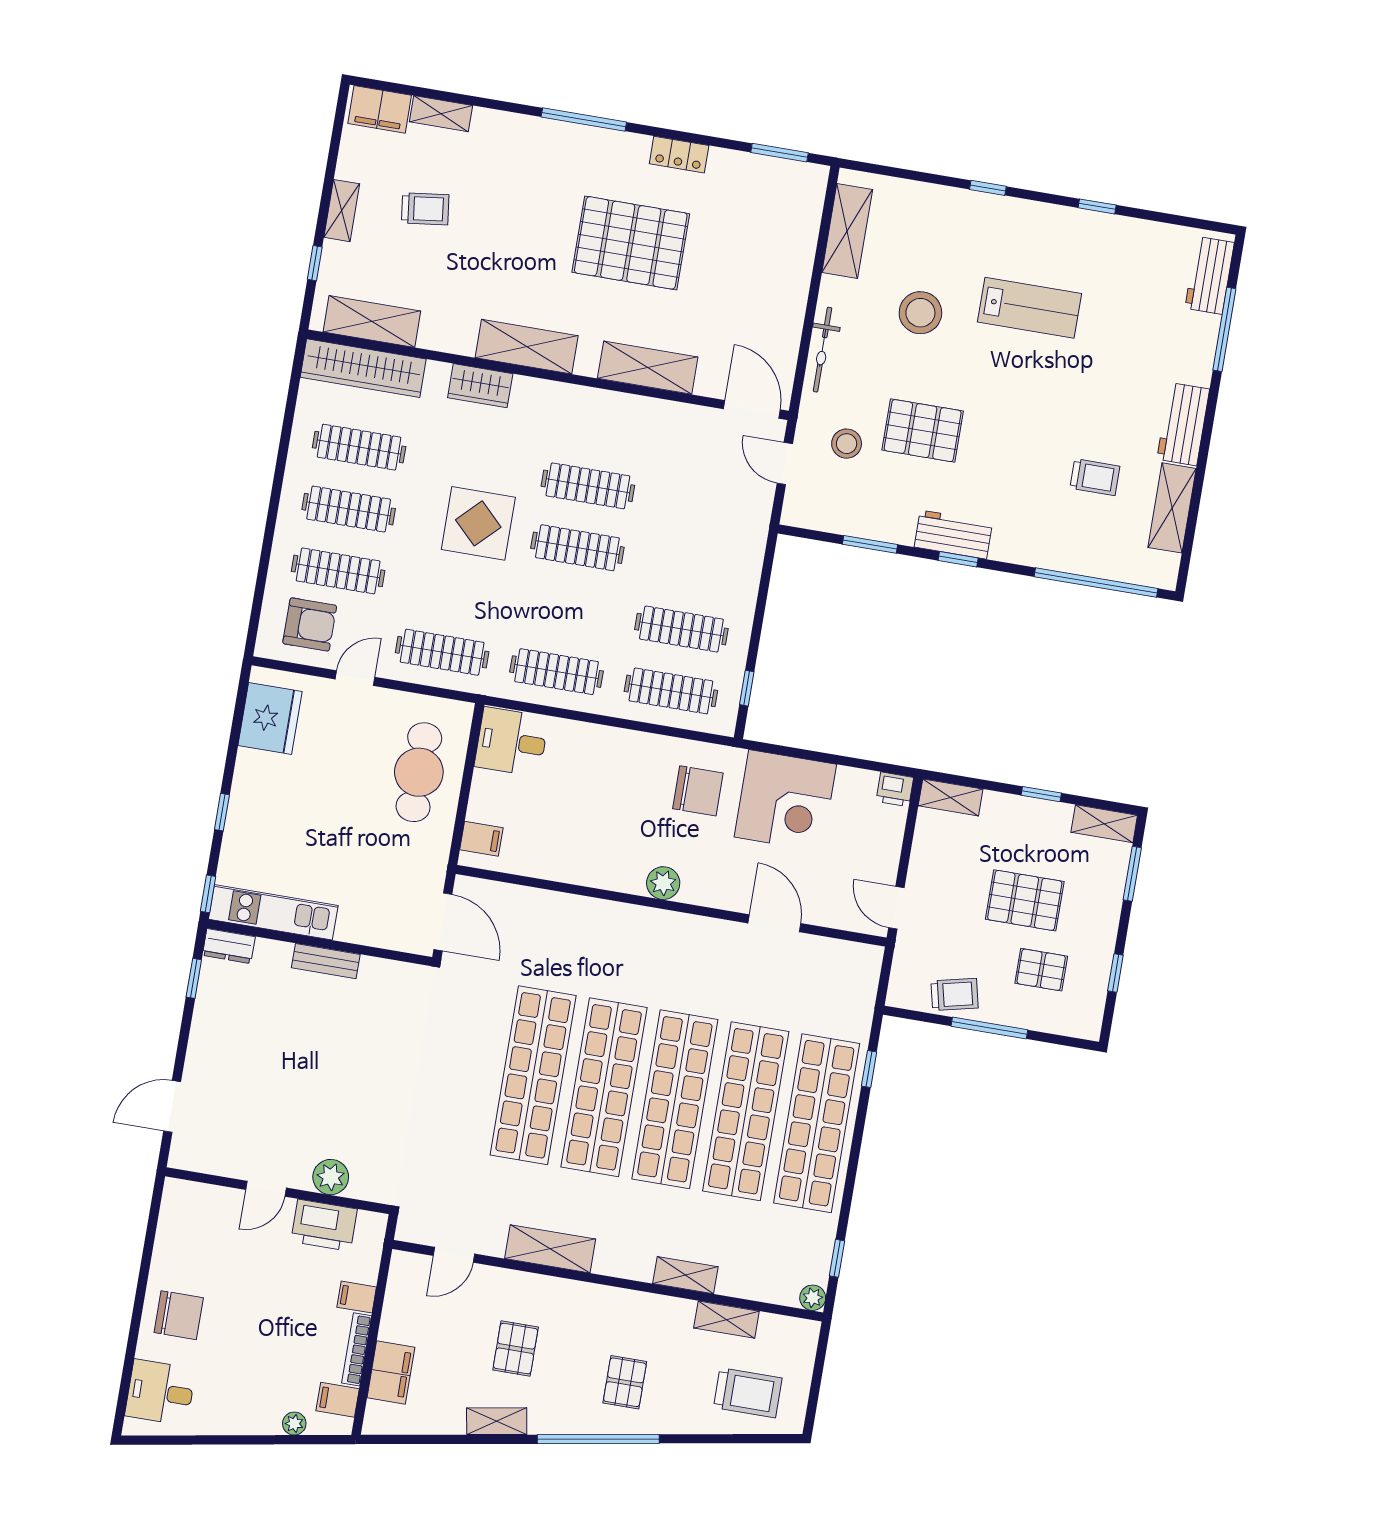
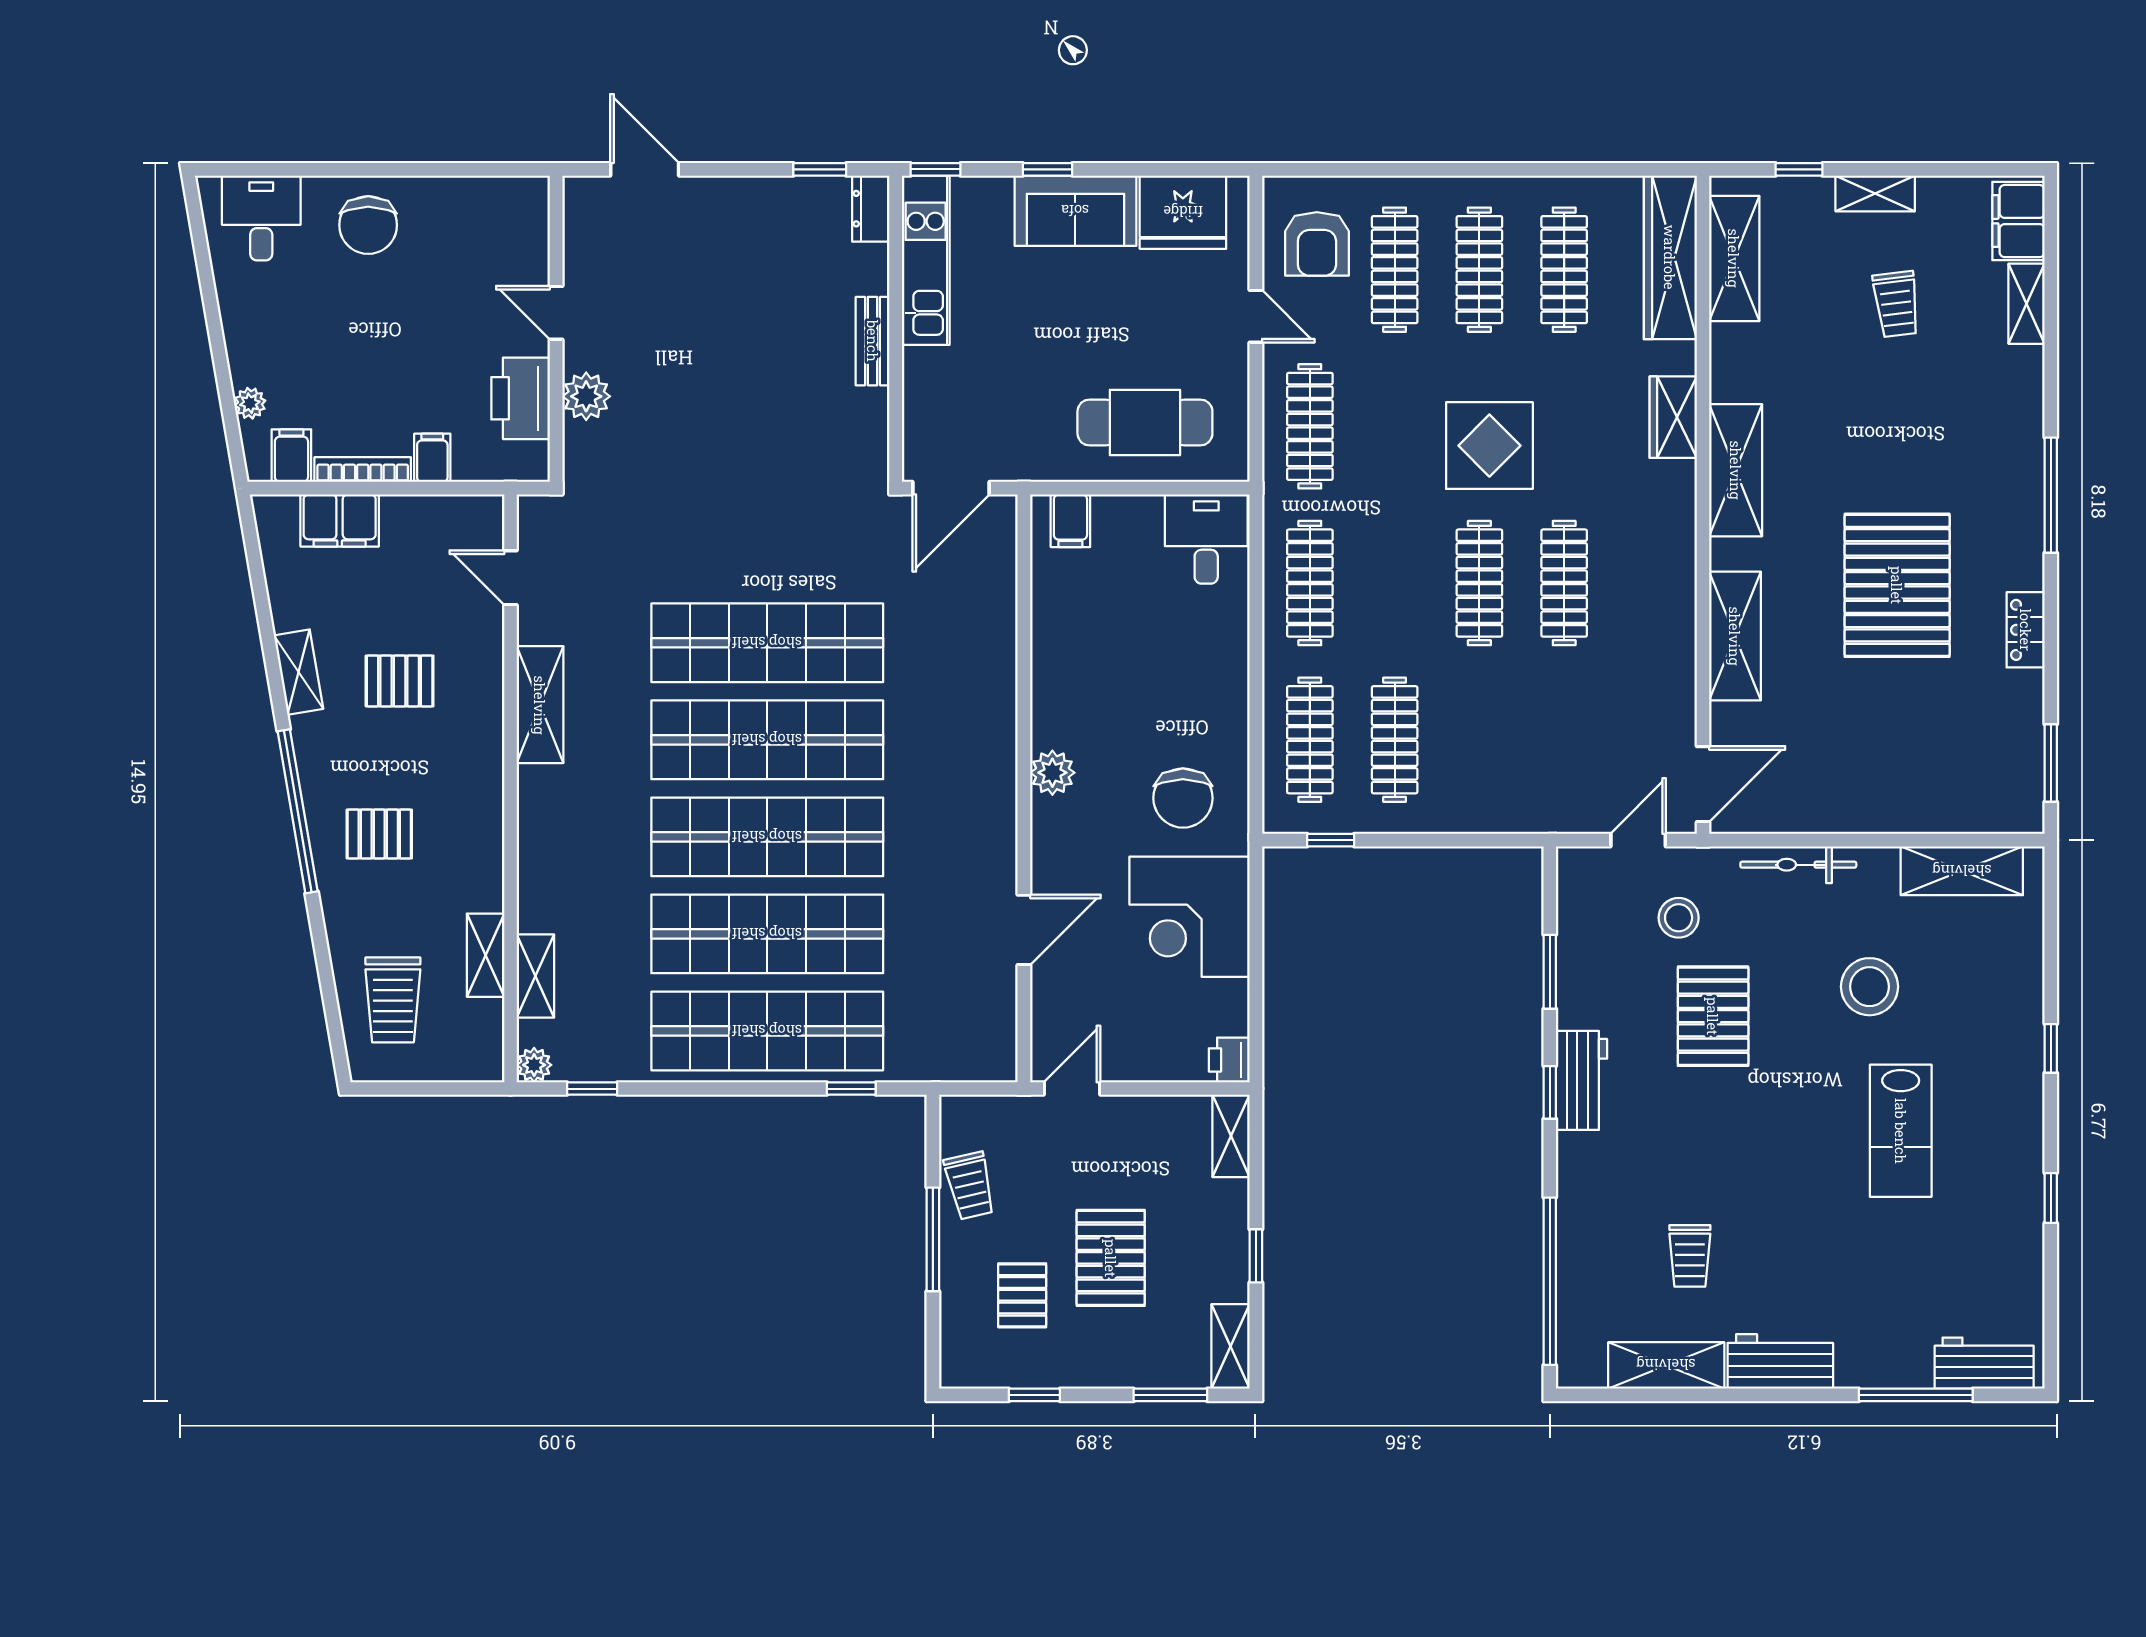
sofa: (256, 797) -> (1075, 211), added
shelving: (685, 1275) -> (535, 976), moved

